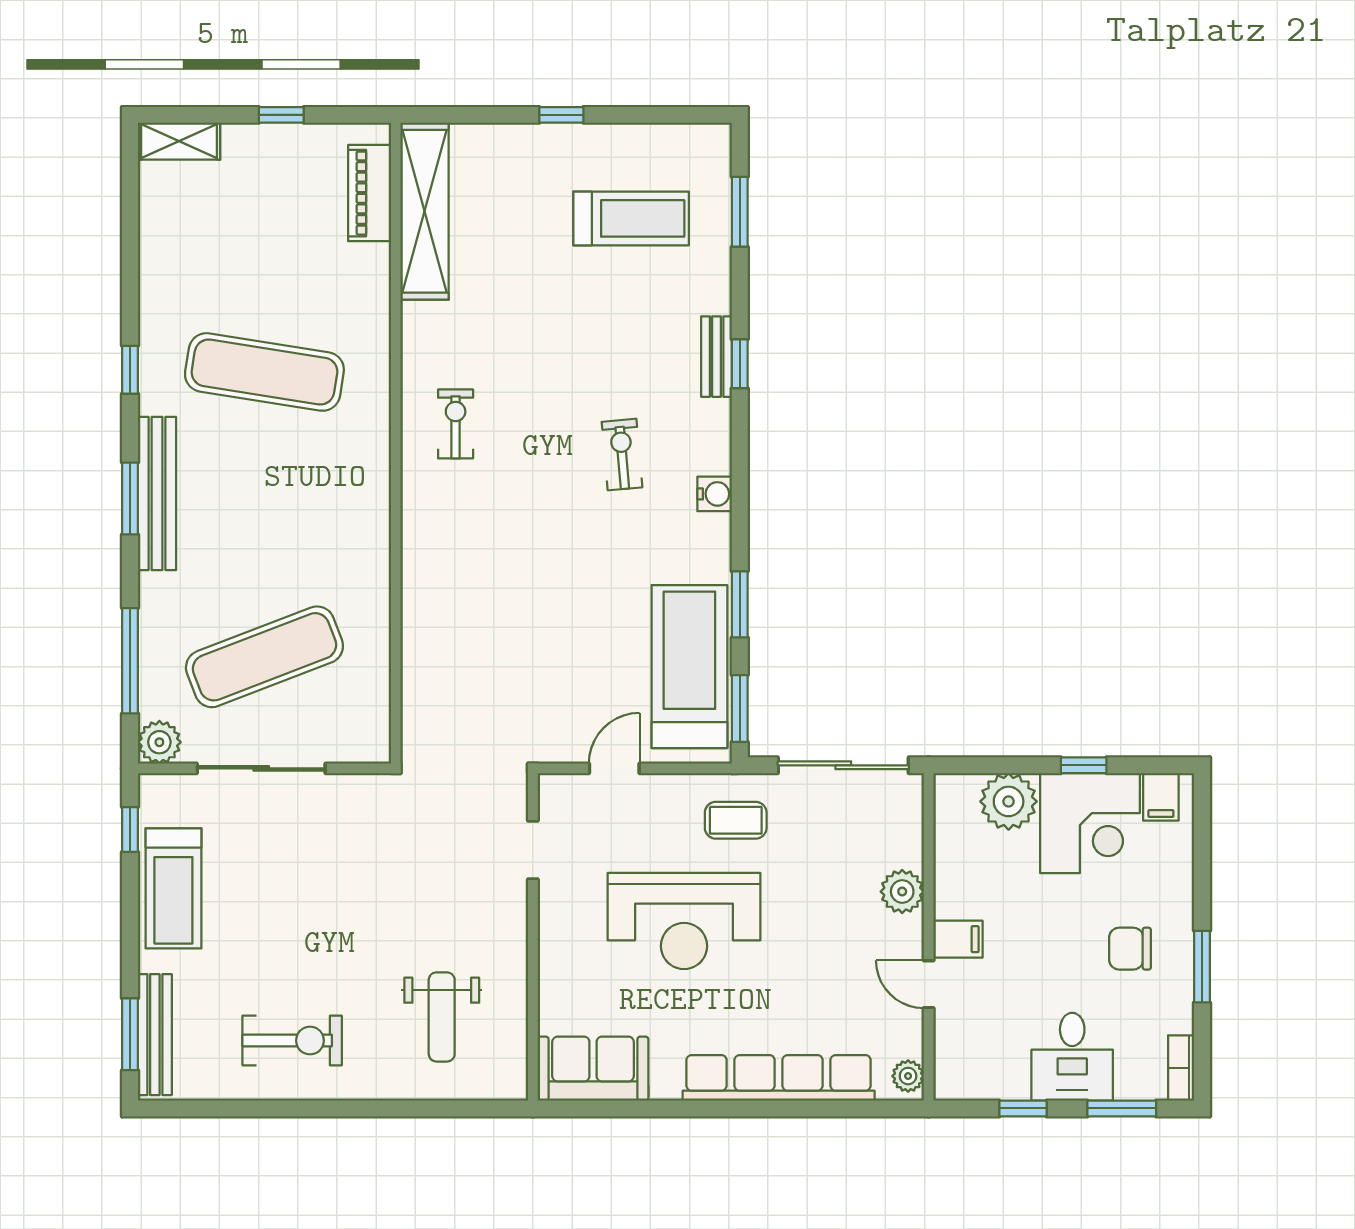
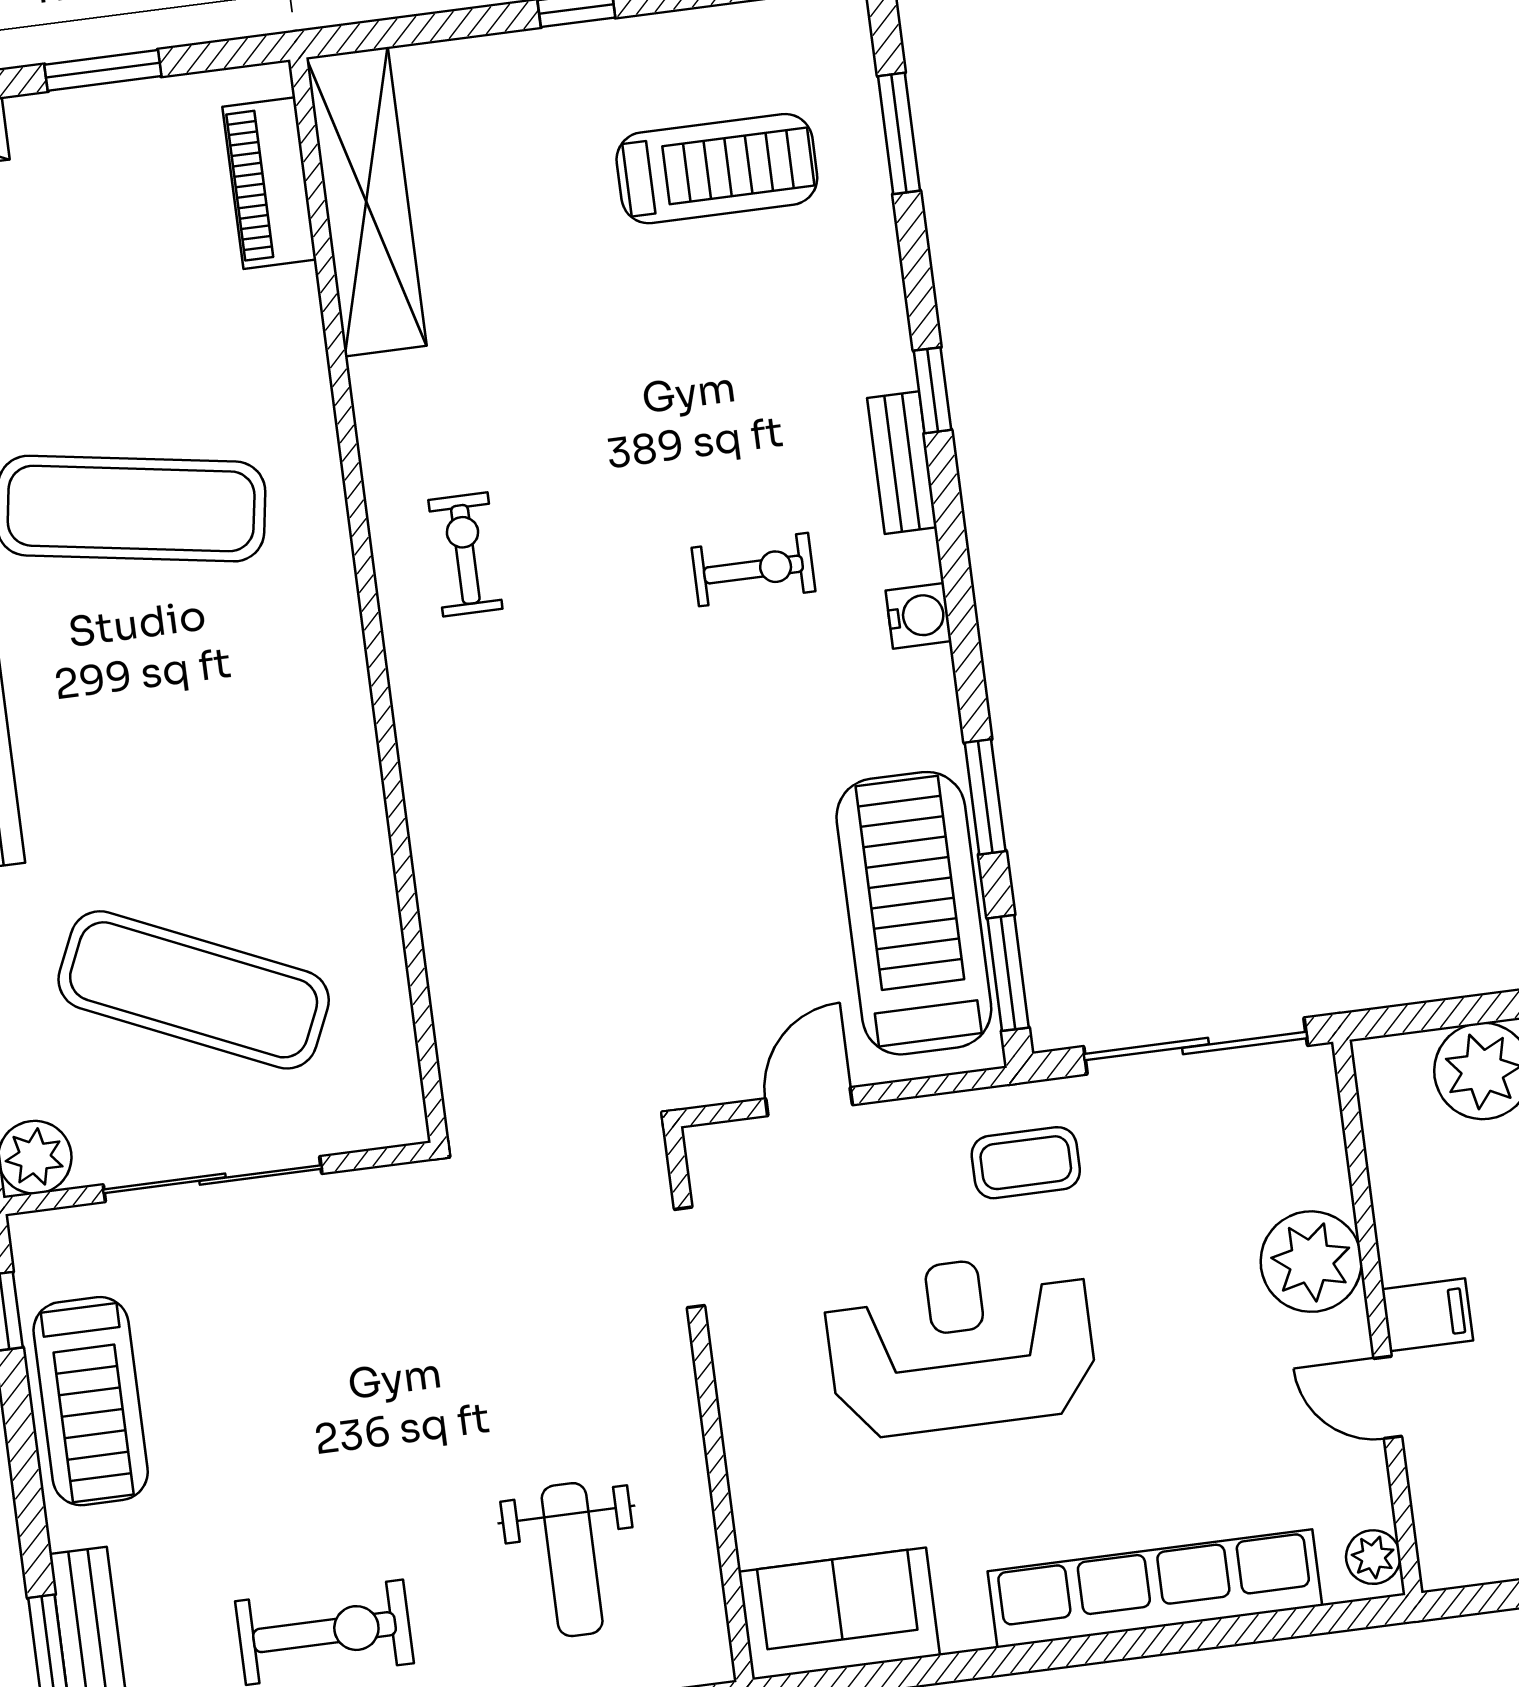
window: (281, 115) -> (103, 70), width x1.50
bench: (717, 357) -> (902, 463), moved
exercise bike: (622, 455) -> (753, 570), turned 95
exercise mat: (264, 657) -> (194, 990), turned 45
plant: (902, 892) -> (1311, 1262), width x1.36, depth x1.36
reception desk: (684, 921) -> (960, 1344), turned 180

